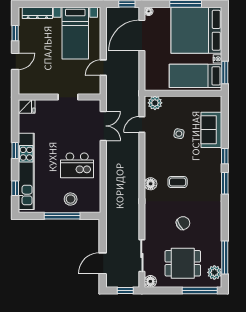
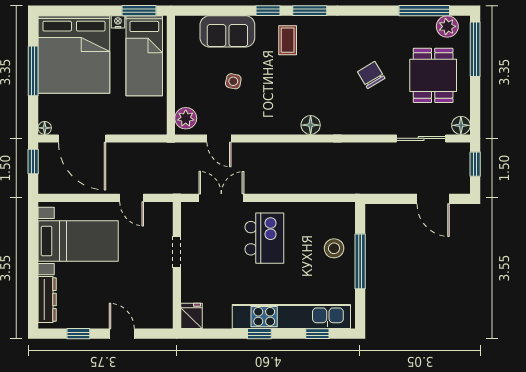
kitchen island: (77, 165) -> (264, 238), moved
coffee table: (178, 182) -> (288, 40), moved

